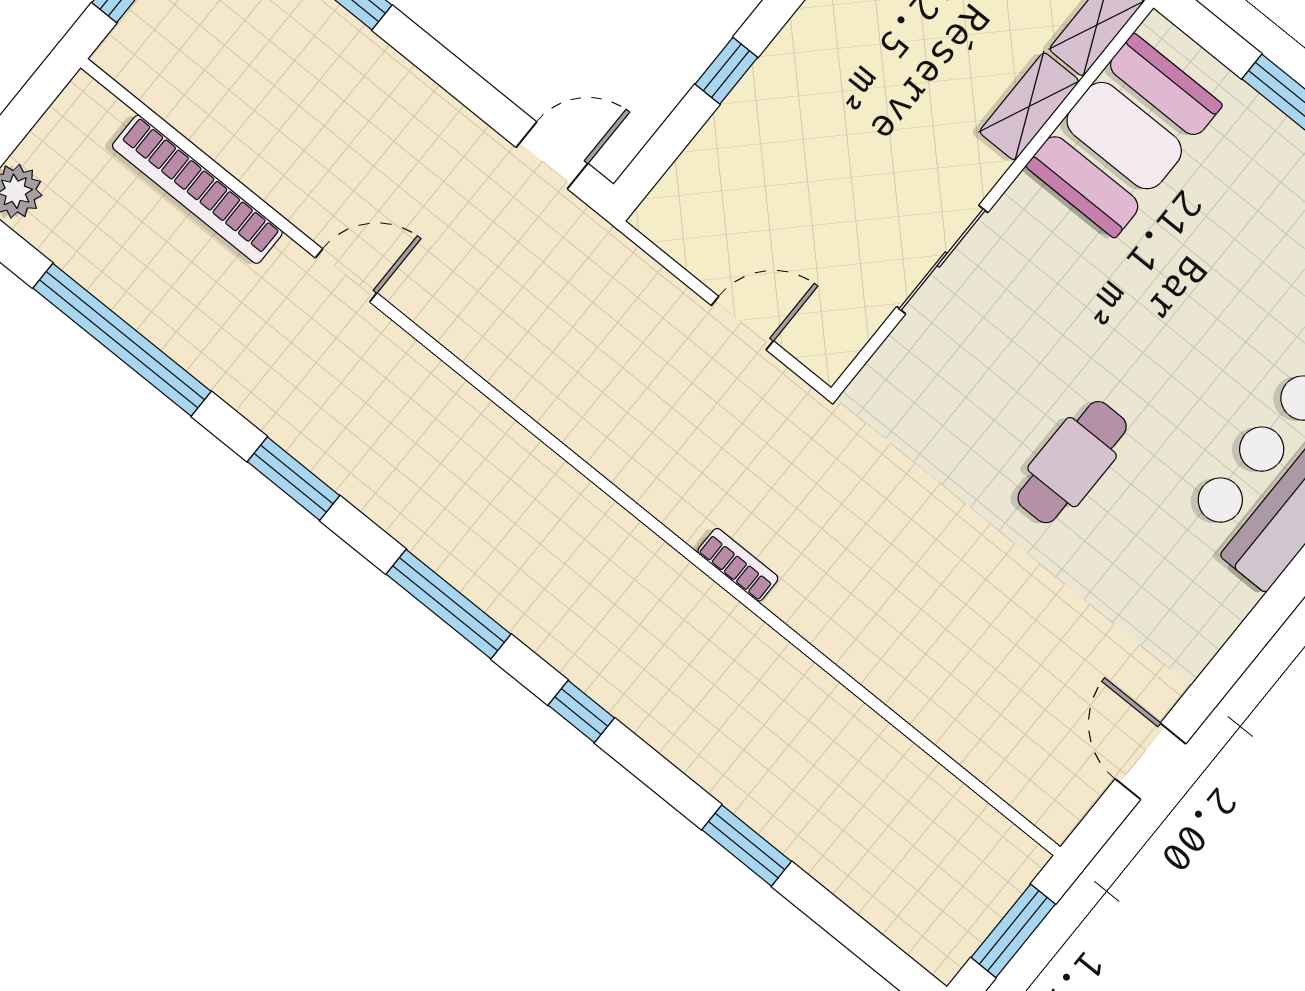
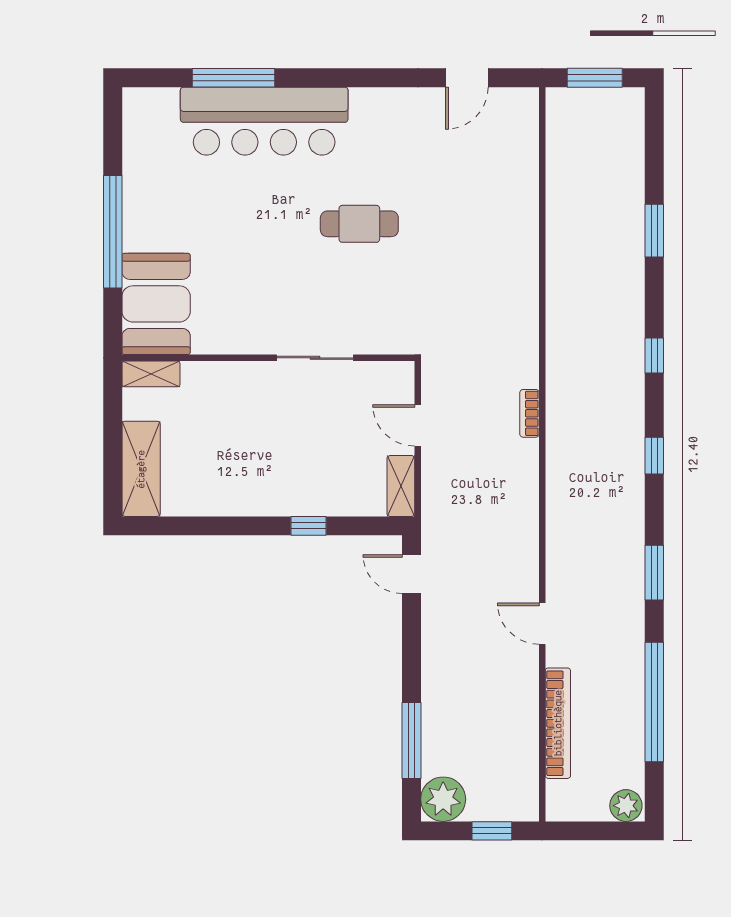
shelving: (1029, 106) -> (401, 486), moved, turned 90
booth: (1124, 136) -> (156, 304), moved, turned 90
bookcase: (738, 565) -> (529, 413), moved
window: (449, 604) -> (654, 456), width x0.46

